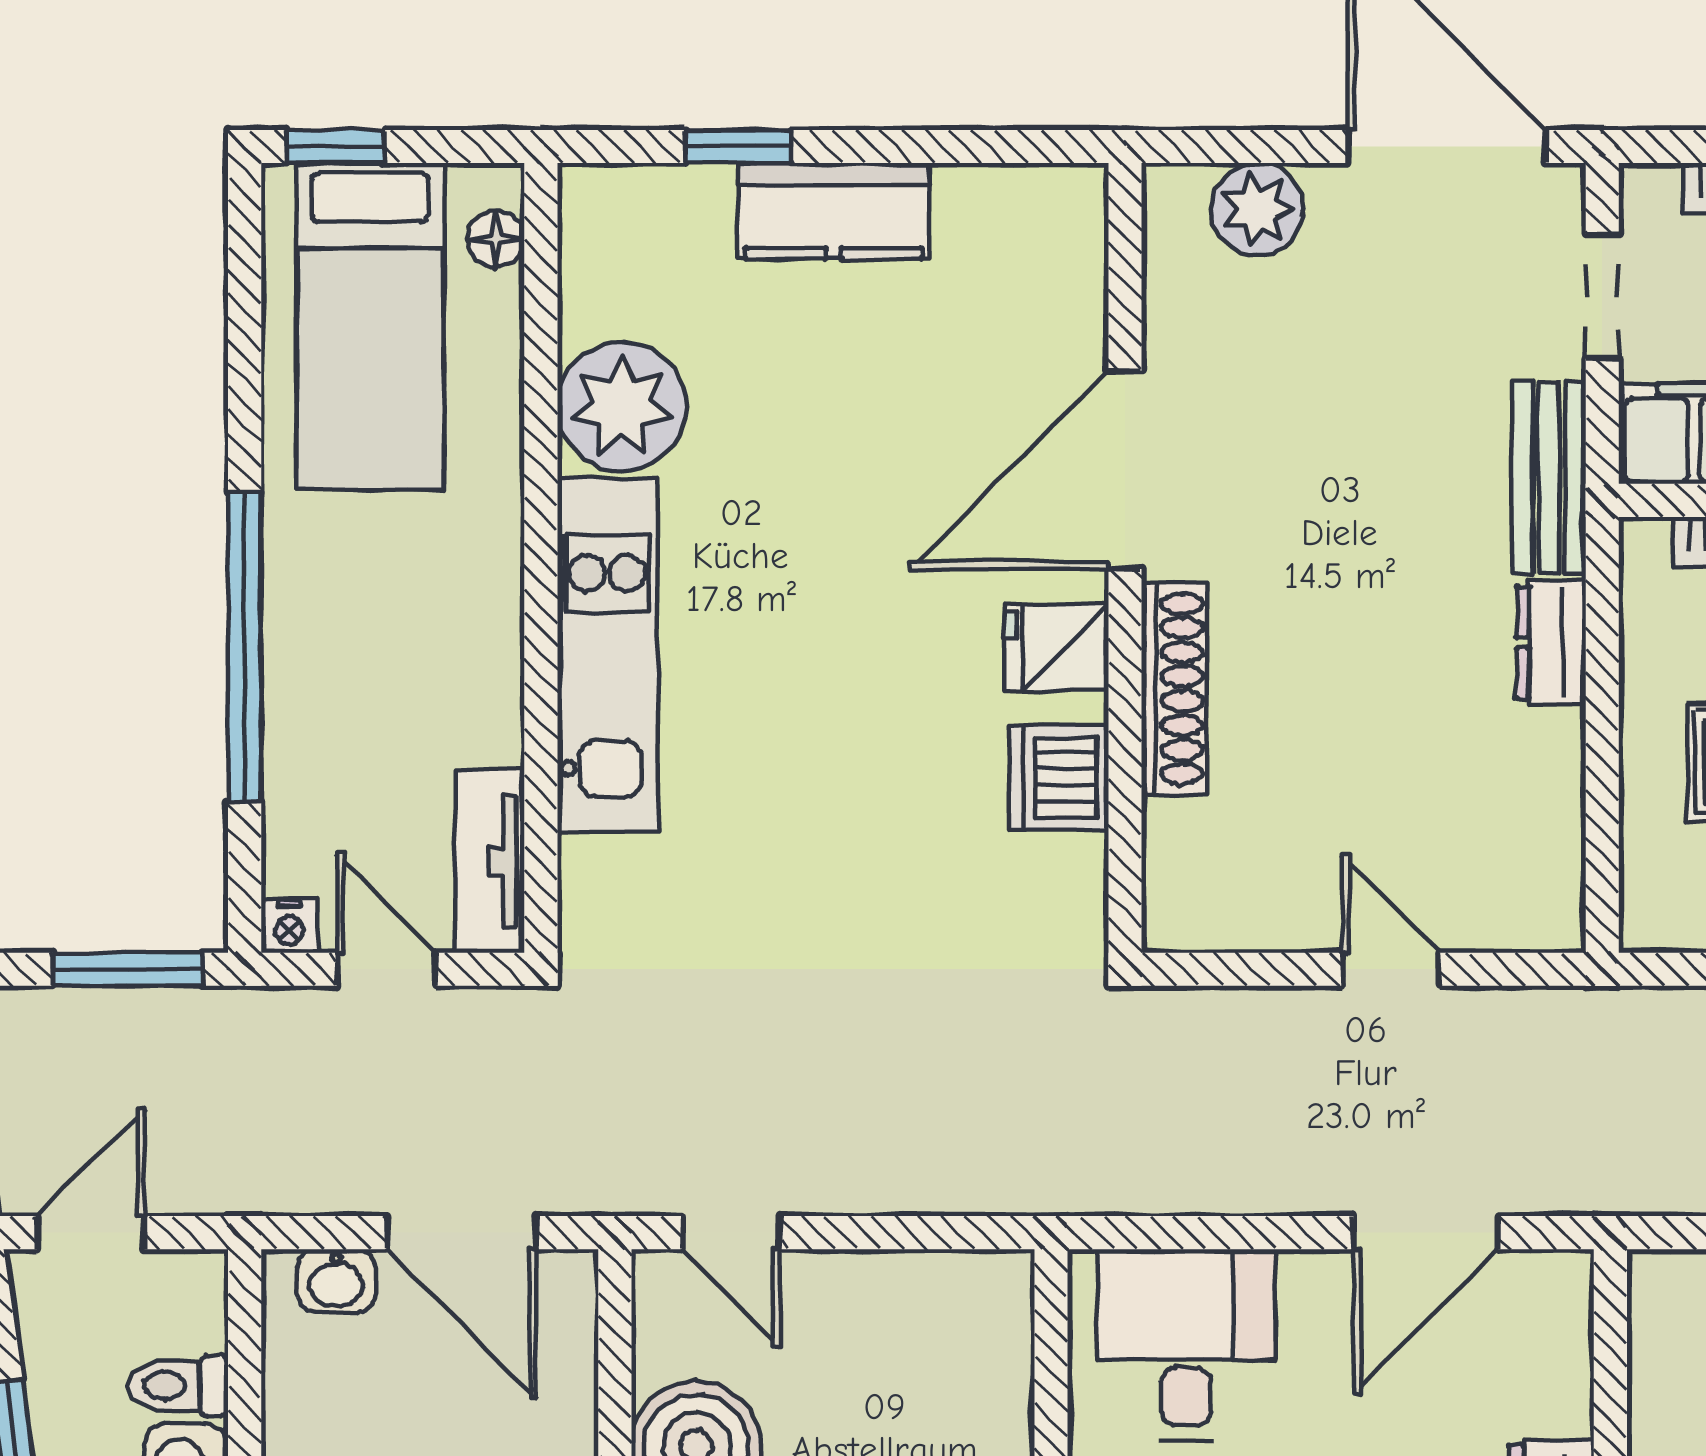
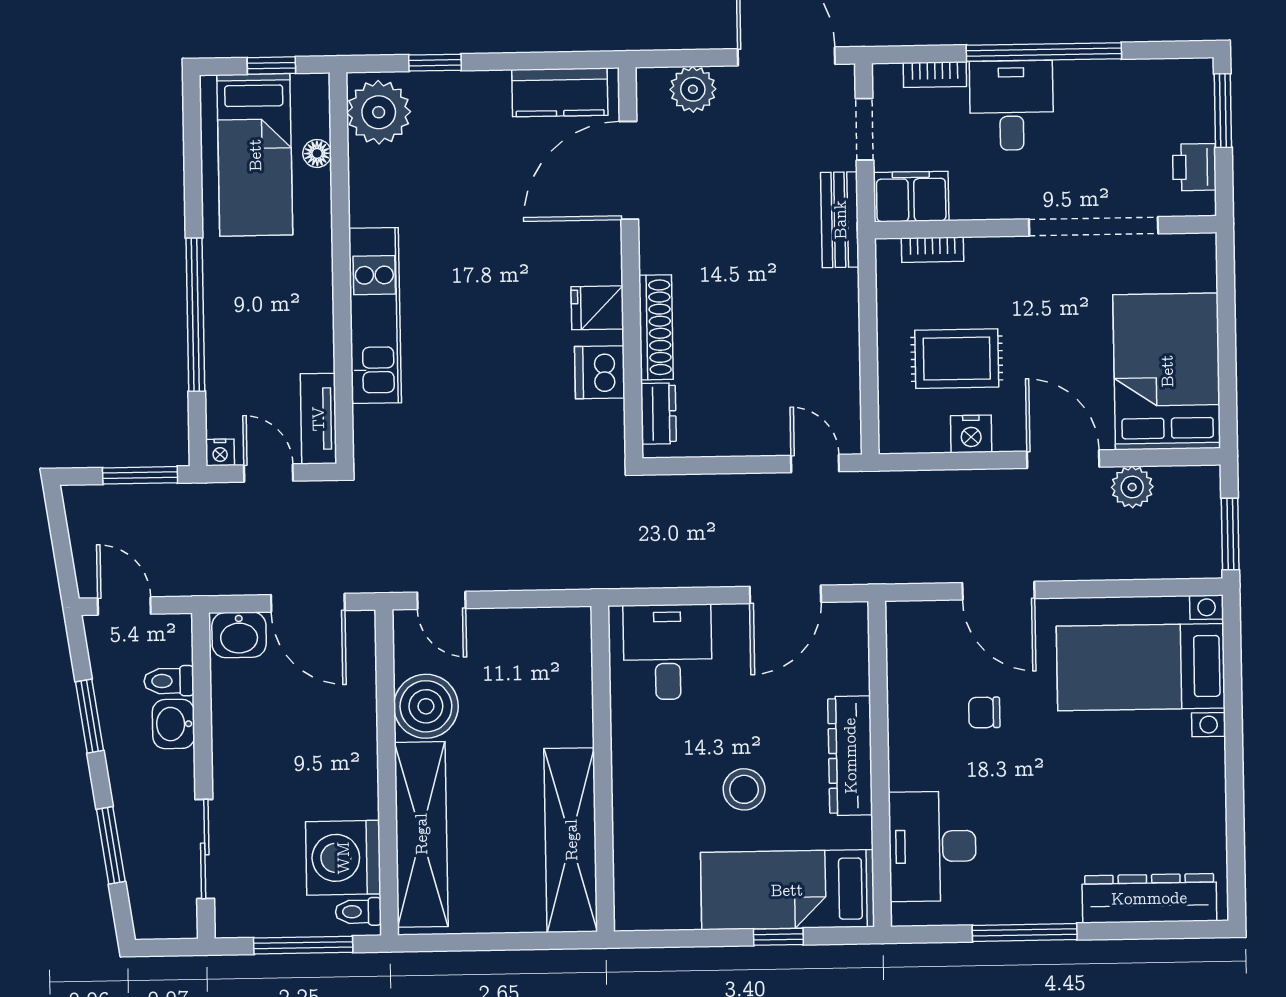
window: (335, 147) -> (271, 65), moved
kitchen counter: (834, 211) -> (560, 92), moved
floor lamp: (496, 239) -> (317, 153), moved
plant: (622, 407) -> (379, 112), moved
door: (1125, 470) -> (629, 170), moved
dresser: (1551, 643) -> (659, 414), moved, turned 180
door: (1391, 969) -> (815, 463), moved
door: (91, 1233) -> (124, 606), hinge flipped
washbasin: (336, 1281) -> (239, 635), width x1.38, depth x1.45

